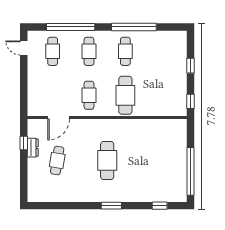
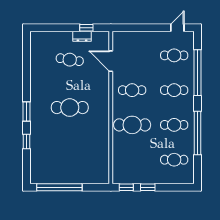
cafe table: (162, 51) -> (174, 160), added
window: (191, 66) -> (148, 187), moved
window: (160, 206) -> (27, 141), moved

